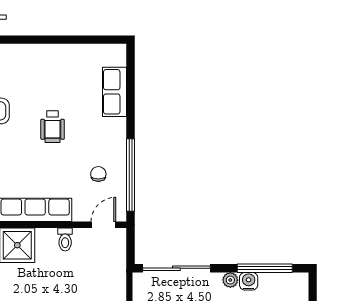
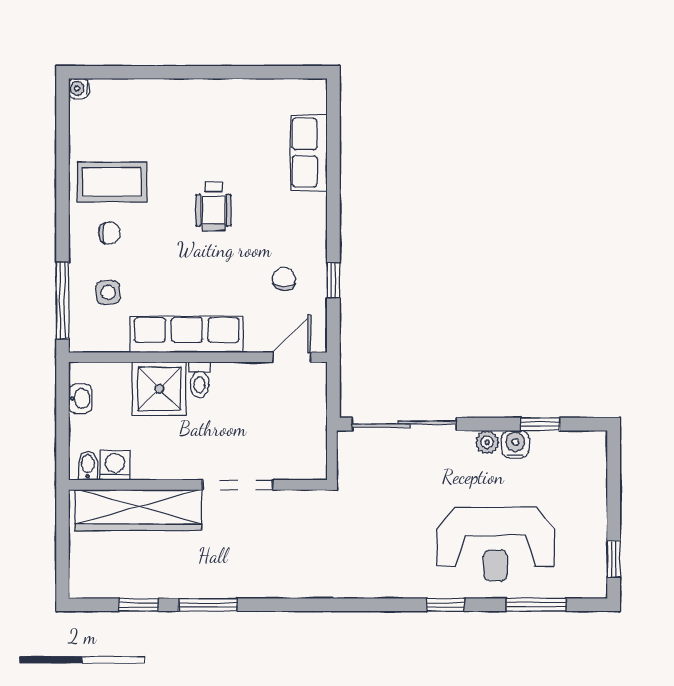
window: (130, 175) -> (333, 281), width x0.32
toilet: (65, 239) -> (200, 380), moved
window: (265, 268) -> (540, 424), width x0.46

